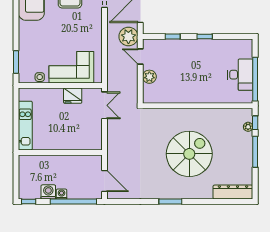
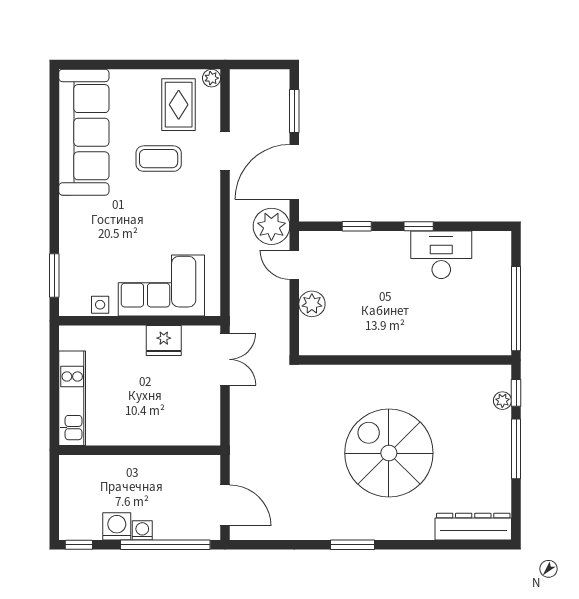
desk: (240, 75) -> (441, 255), moved, turned -90
spiral stairs: (189, 154) -> (389, 453), turned -90

